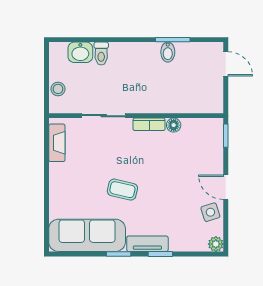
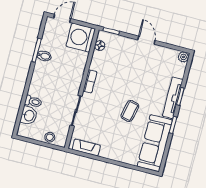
washing machine: (206, 96) -> (81, 37), added
floor lamp: (174, 125) -> (100, 46), moved
door: (226, 187) -> (146, 40), swing flipped
side table: (210, 212) -> (161, 55), removed
tv unit: (147, 244) -> (173, 98), width x1.41

